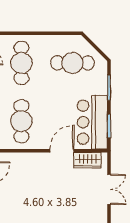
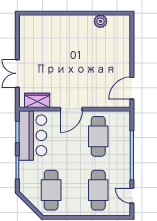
cafe table: (72, 63) -> (51, 190), turned 90
door: (62, 151) -> (71, 109), moved

